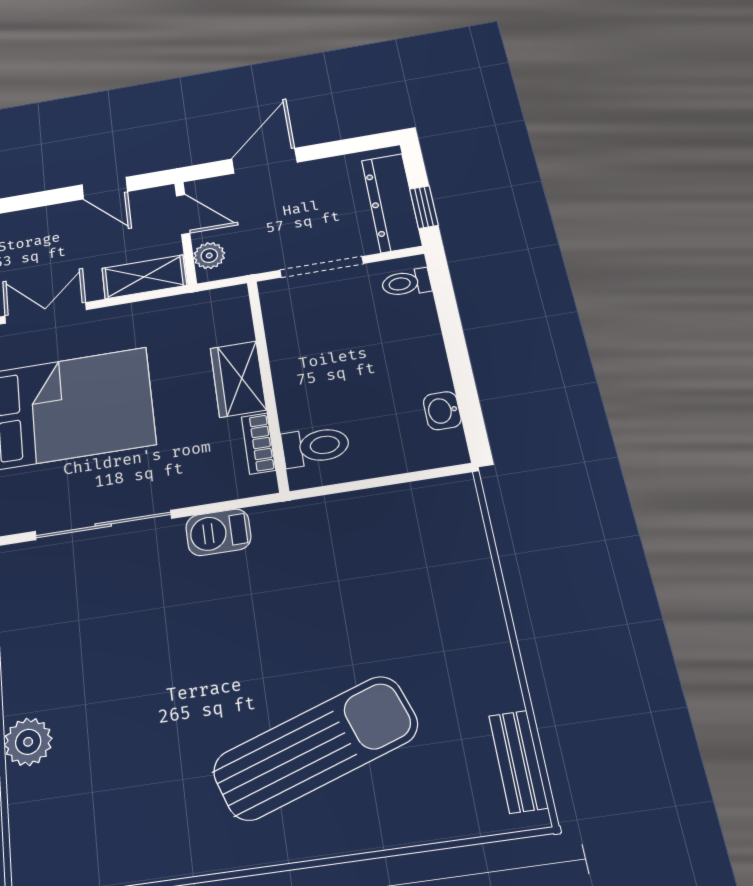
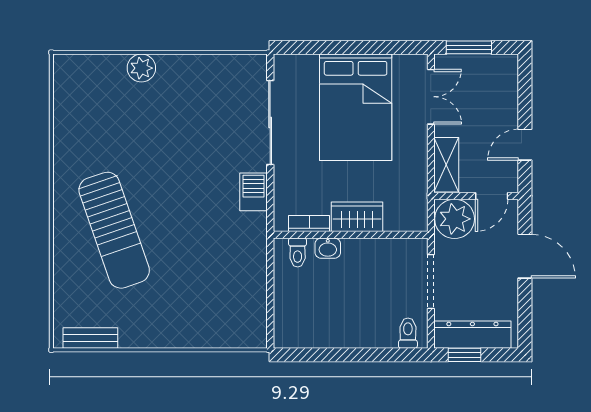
plant: (209, 256) -> (455, 219), width x1.87, depth x1.87
washbasin: (442, 411) -> (328, 248), moved, turned 180
toilet: (316, 446) -> (298, 252), width x0.73, depth x0.72

